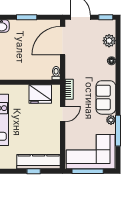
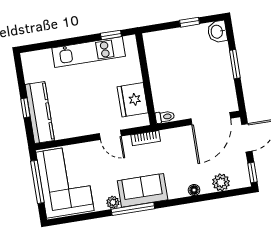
door: (63, 41) -> (211, 119), swing flipped
window: (118, 131) -> (133, 209), moved

